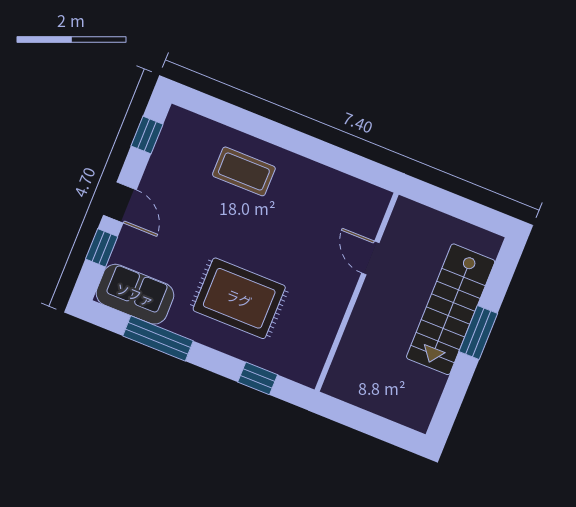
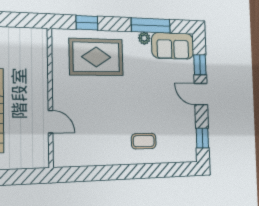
coffee table: (244, 171) -> (144, 141), width x0.73, depth x0.77
rug: (239, 298) -> (96, 57), moved
plant: (177, 323) -> (144, 38), added

